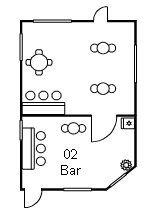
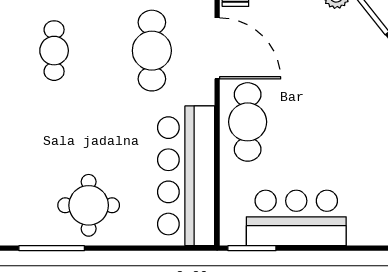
cafe table: (103, 89) -> (152, 51), width x1.37, depth x1.35
bar counter: (43, 103) -> (186, 176), width x1.36
cafe table: (74, 128) -> (248, 122), width x1.37, depth x1.35

